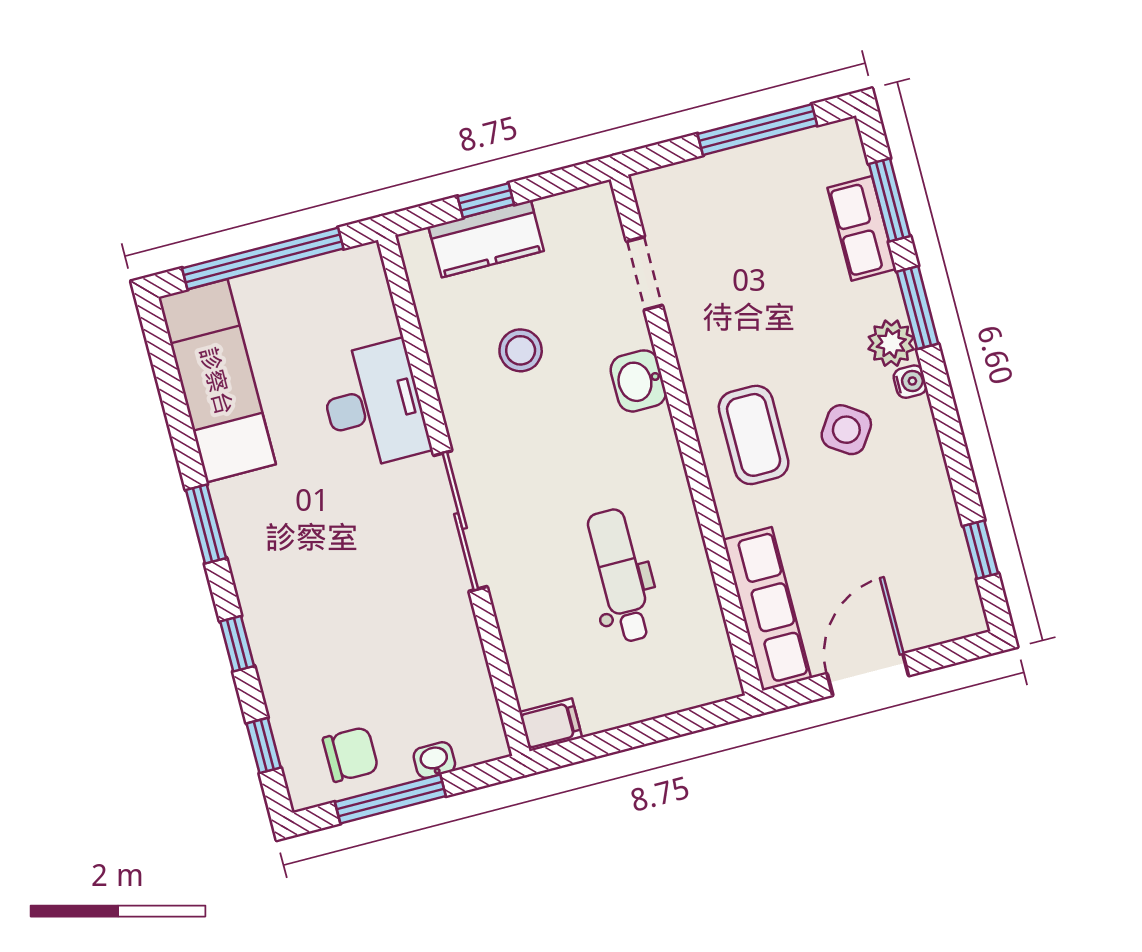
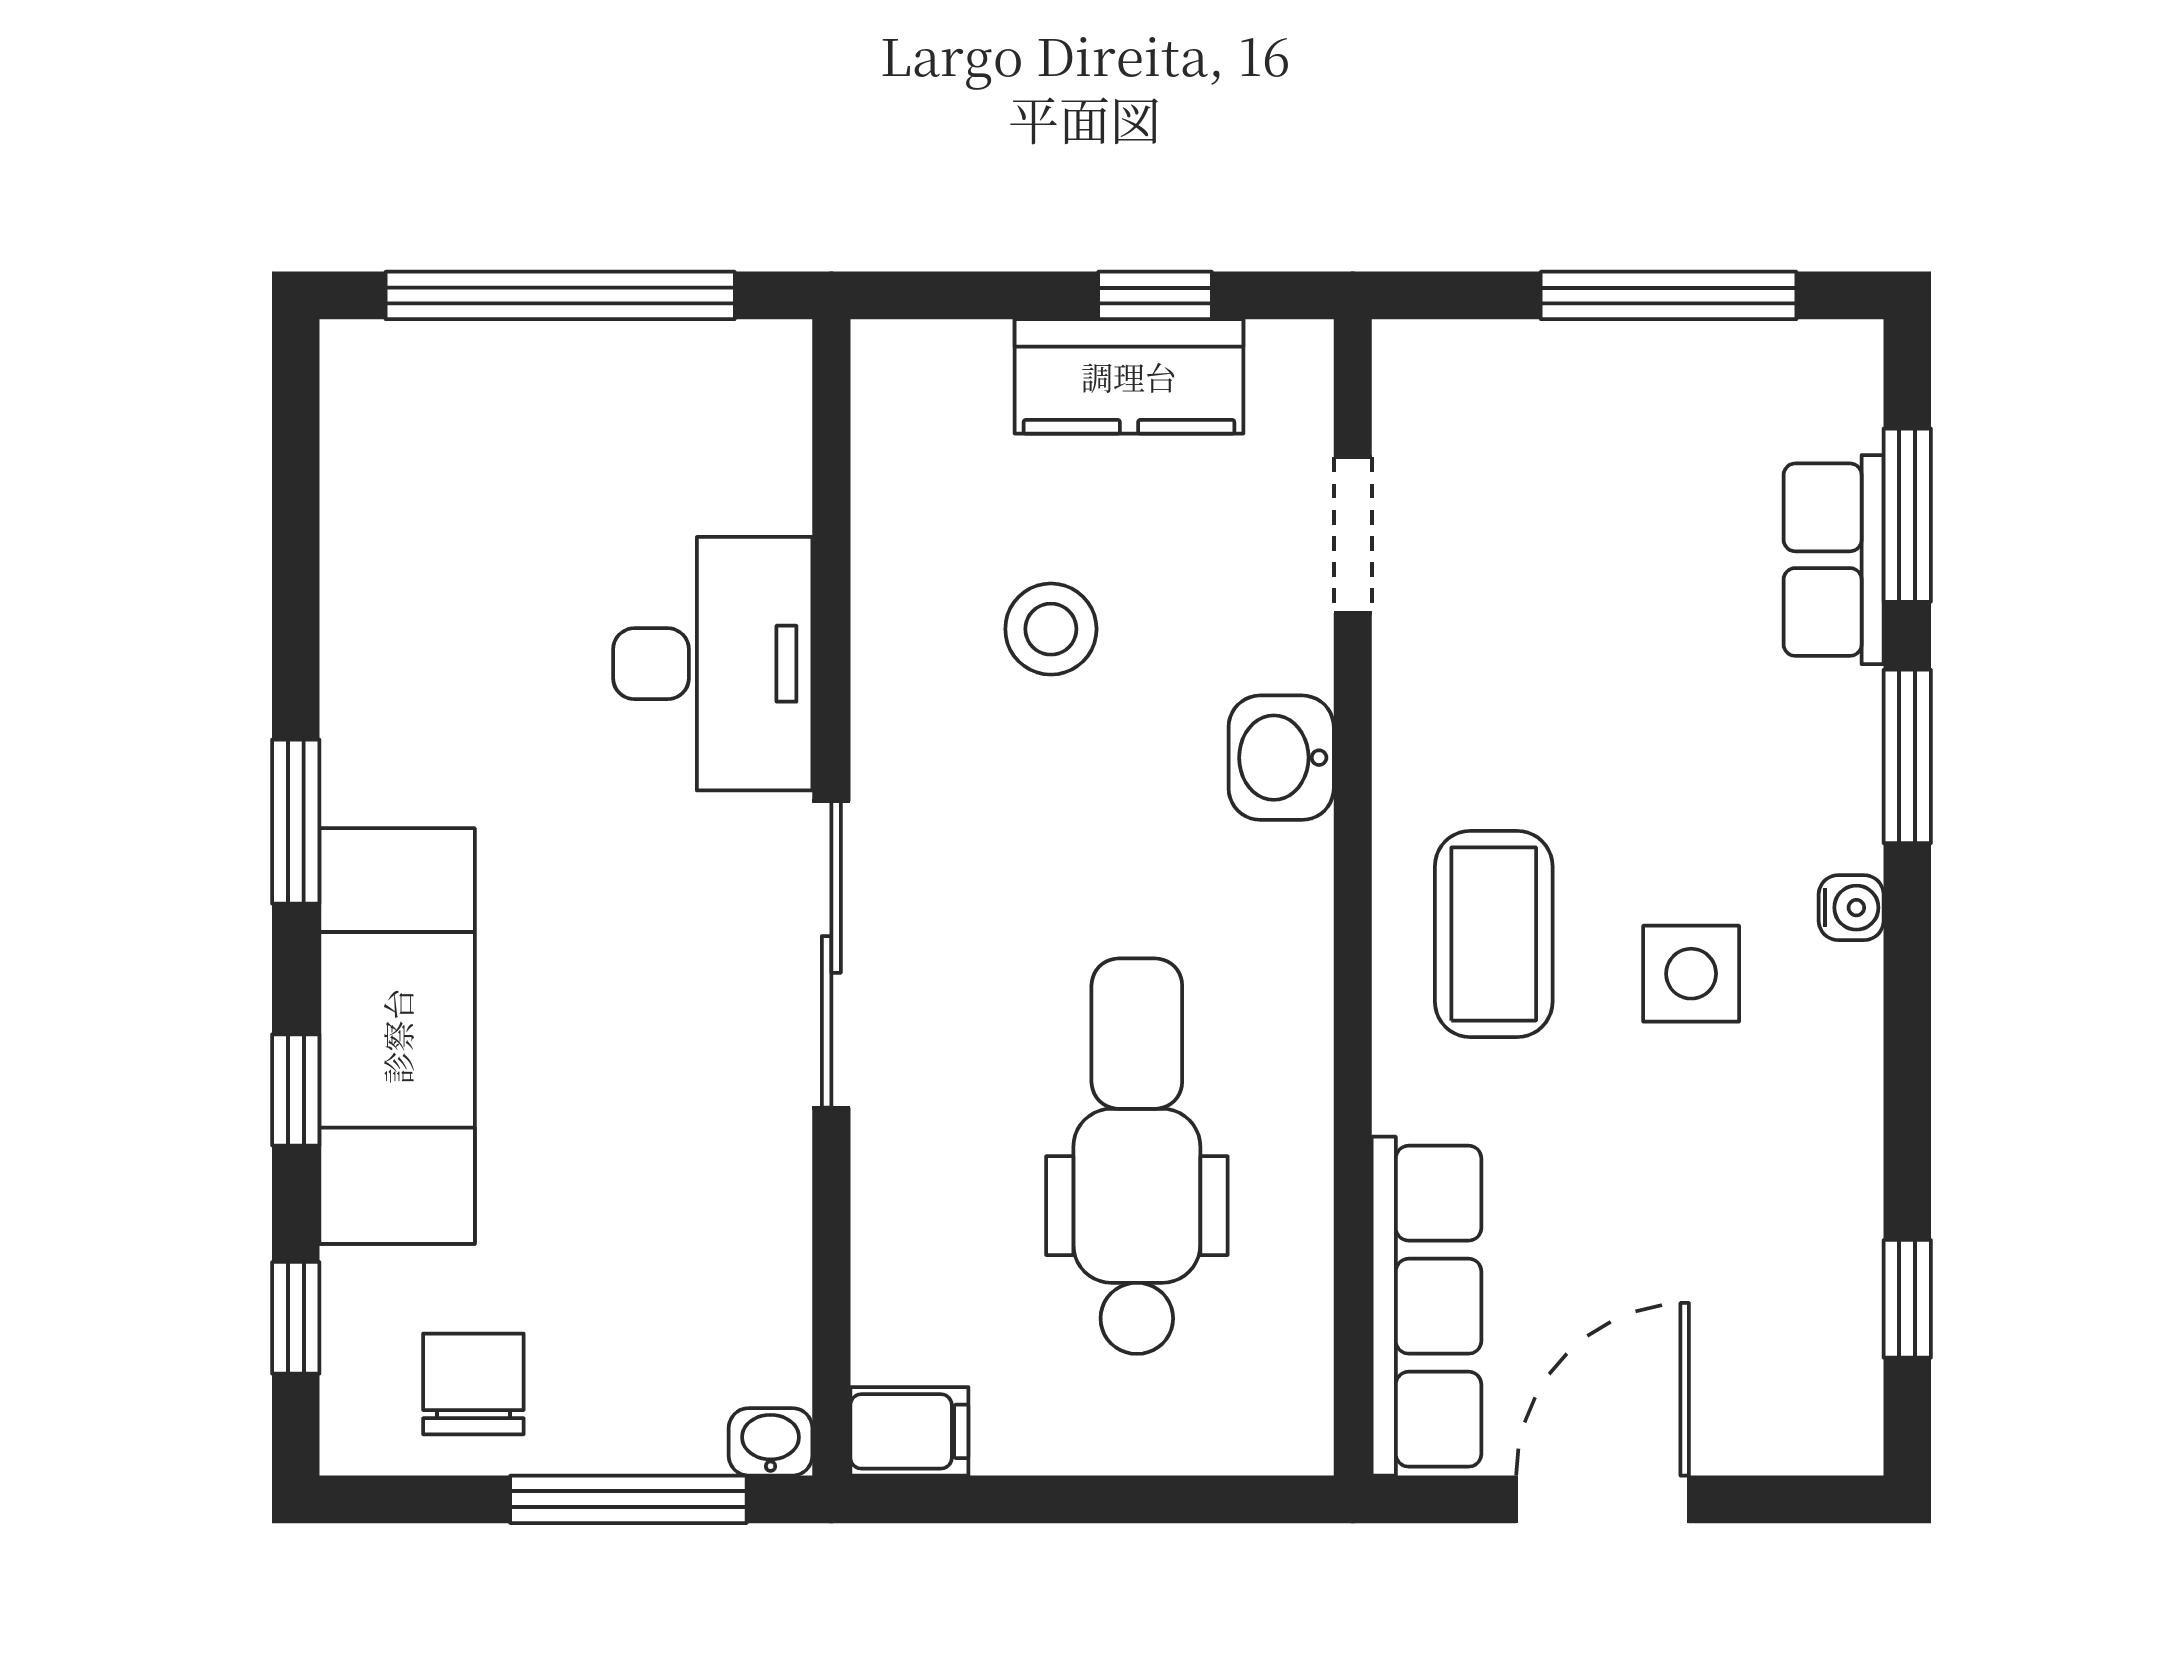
window: (486, 200) -> (1155, 295), moved
kitchen counter: (486, 239) -> (1129, 376), moved
plant: (891, 343) -> (1833, 817), removed
exam couch: (217, 381) -> (397, 1036), moved
side table: (846, 430) -> (1691, 974), turned -34
dental chair: (620, 576) -> (1137, 1156), width x1.36, depth x1.38
chair: (351, 754) -> (473, 1384), turned -90
washbasin: (434, 760) -> (771, 1442), moved
window: (390, 799) -> (628, 1499), moved

